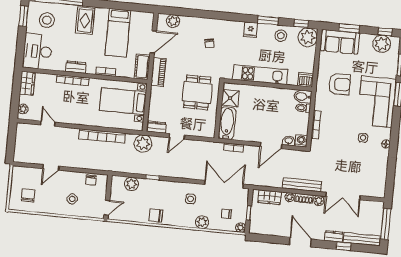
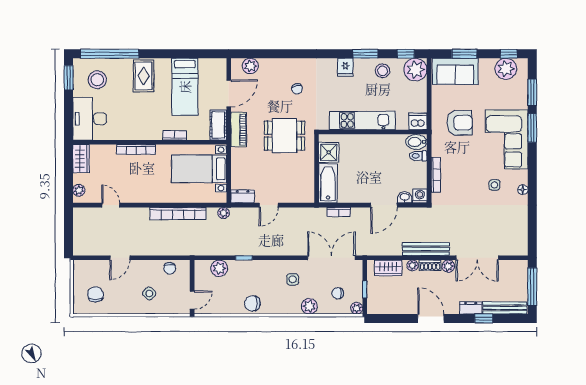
dresser: (76, 67) -> (138, 133), removed
dining table: (197, 92) -> (284, 136), moved, turned 90
plant: (143, 144) -> (224, 213), width x0.53, depth x0.53

